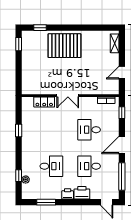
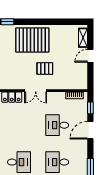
door: (122, 73) -> (90, 56), moved
pallet: (77, 74) -> (45, 68), added
door: (122, 145) -> (90, 130), moved

